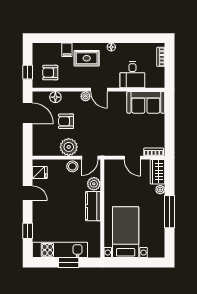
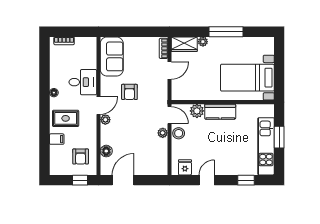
rug: (87, 58) -> (66, 118), turned 90
desk: (132, 75) -> (83, 82), moved
armchair: (66, 121) -> (129, 92), moved
plant: (69, 147) -> (163, 133), width x0.53, depth x0.53

